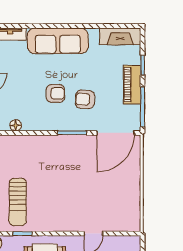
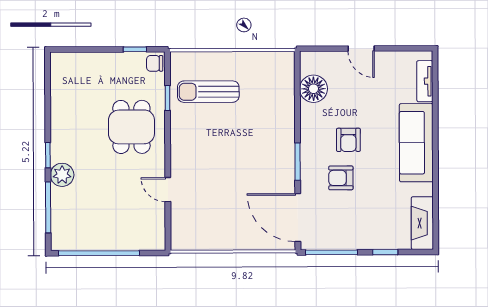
piano: (132, 85) -> (360, 239), removed
armchair: (85, 99) -> (341, 178), turned -95
floor lamp: (16, 125) -> (314, 89), width x1.89, depth x1.89

